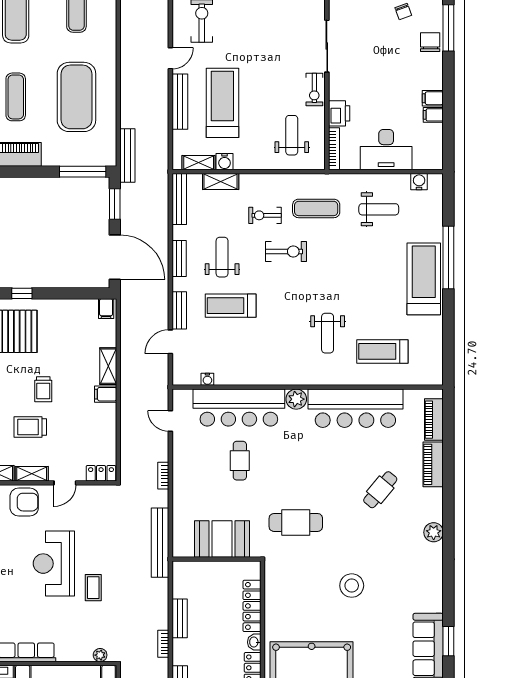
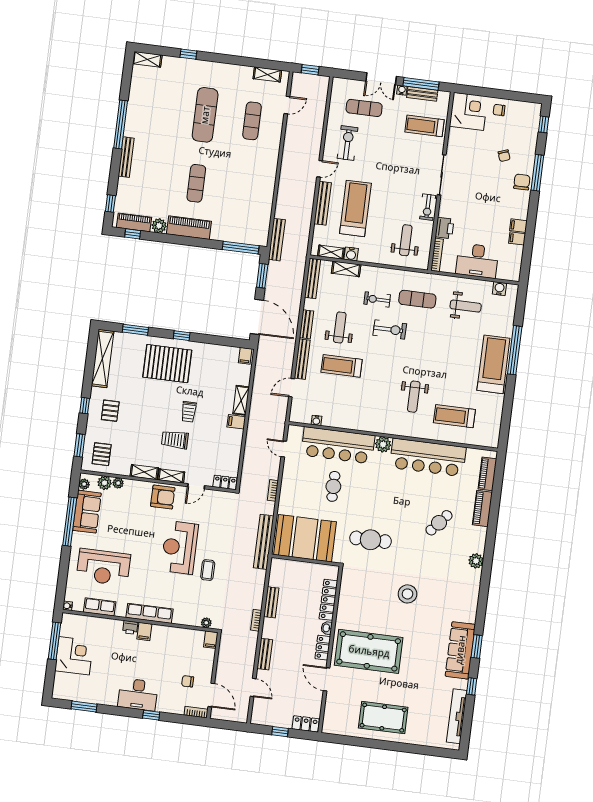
exercise mat: (76, 97) -> (243, 189), removed
bench: (179, 310) -> (302, 359), width x1.36
booth: (222, 539) -> (305, 538), width x1.36, depth x1.42

